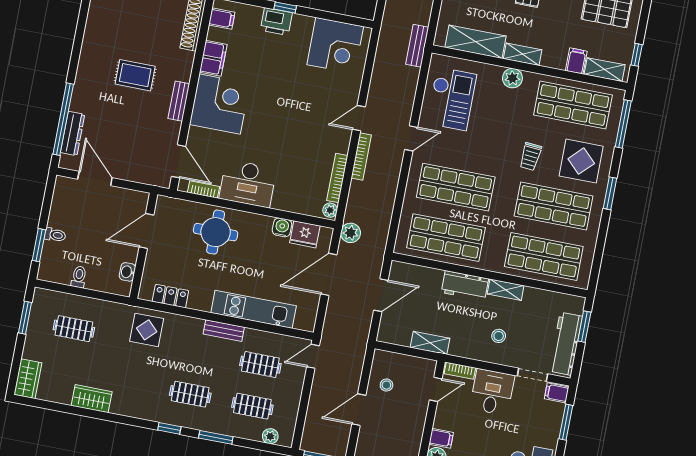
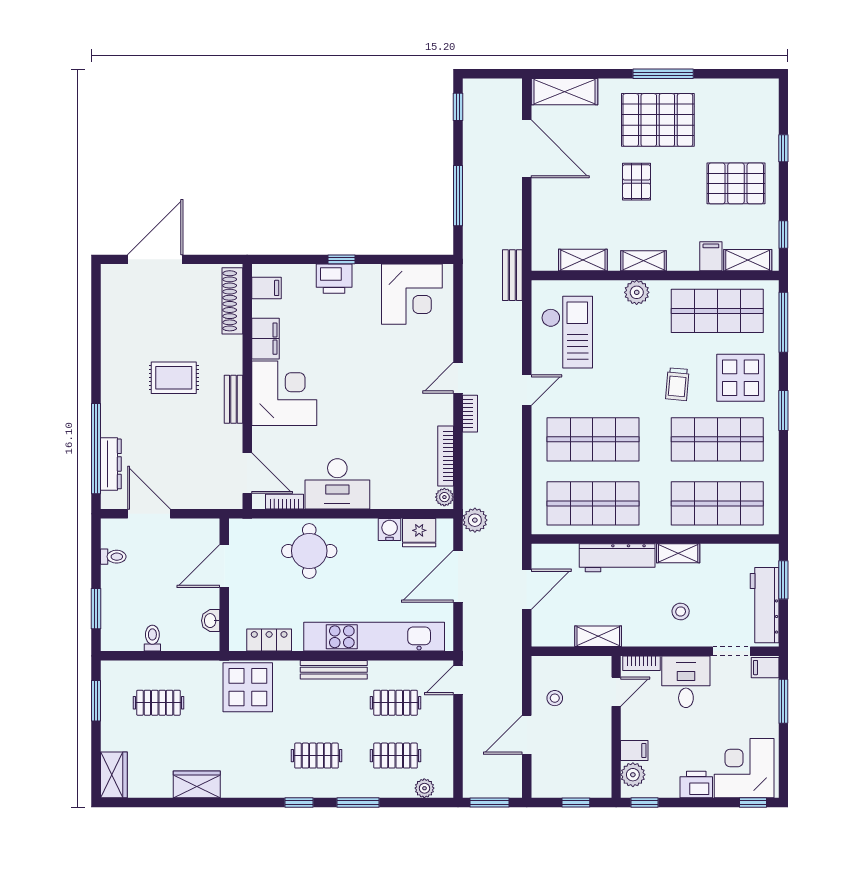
shelving: (476, 42) -> (583, 260), width x0.67, depth x0.75
bookcase: (361, 157) -> (470, 414), width x0.64
toilet: (55, 235) -> (113, 557), moved
workbench: (465, 286) -> (617, 558), width x1.37
kitchen unit: (254, 309) -> (374, 637), width x1.36
display table: (147, 330) -> (248, 687), width x1.36, depth x1.36
bench: (224, 331) -> (334, 670), width x1.36

